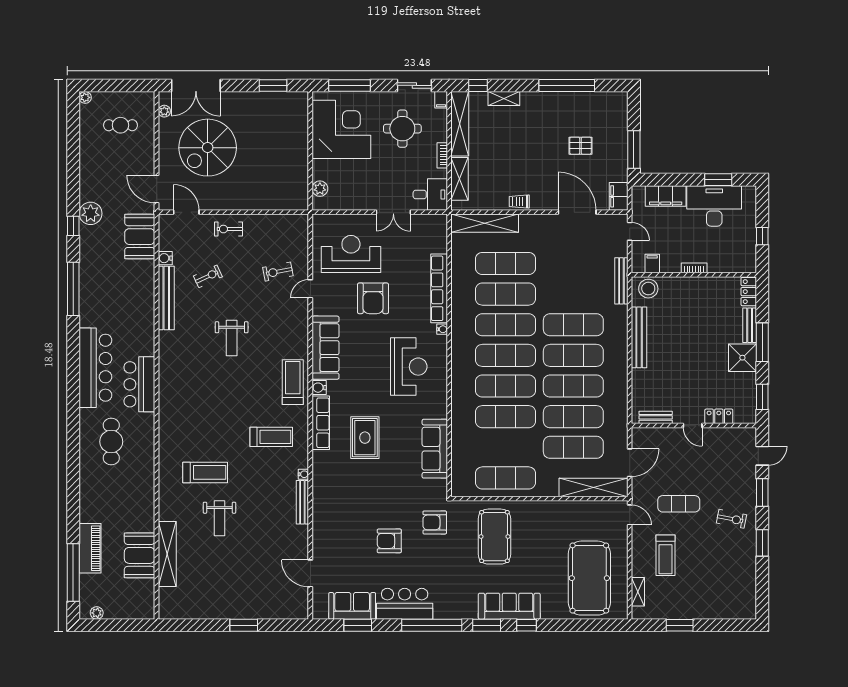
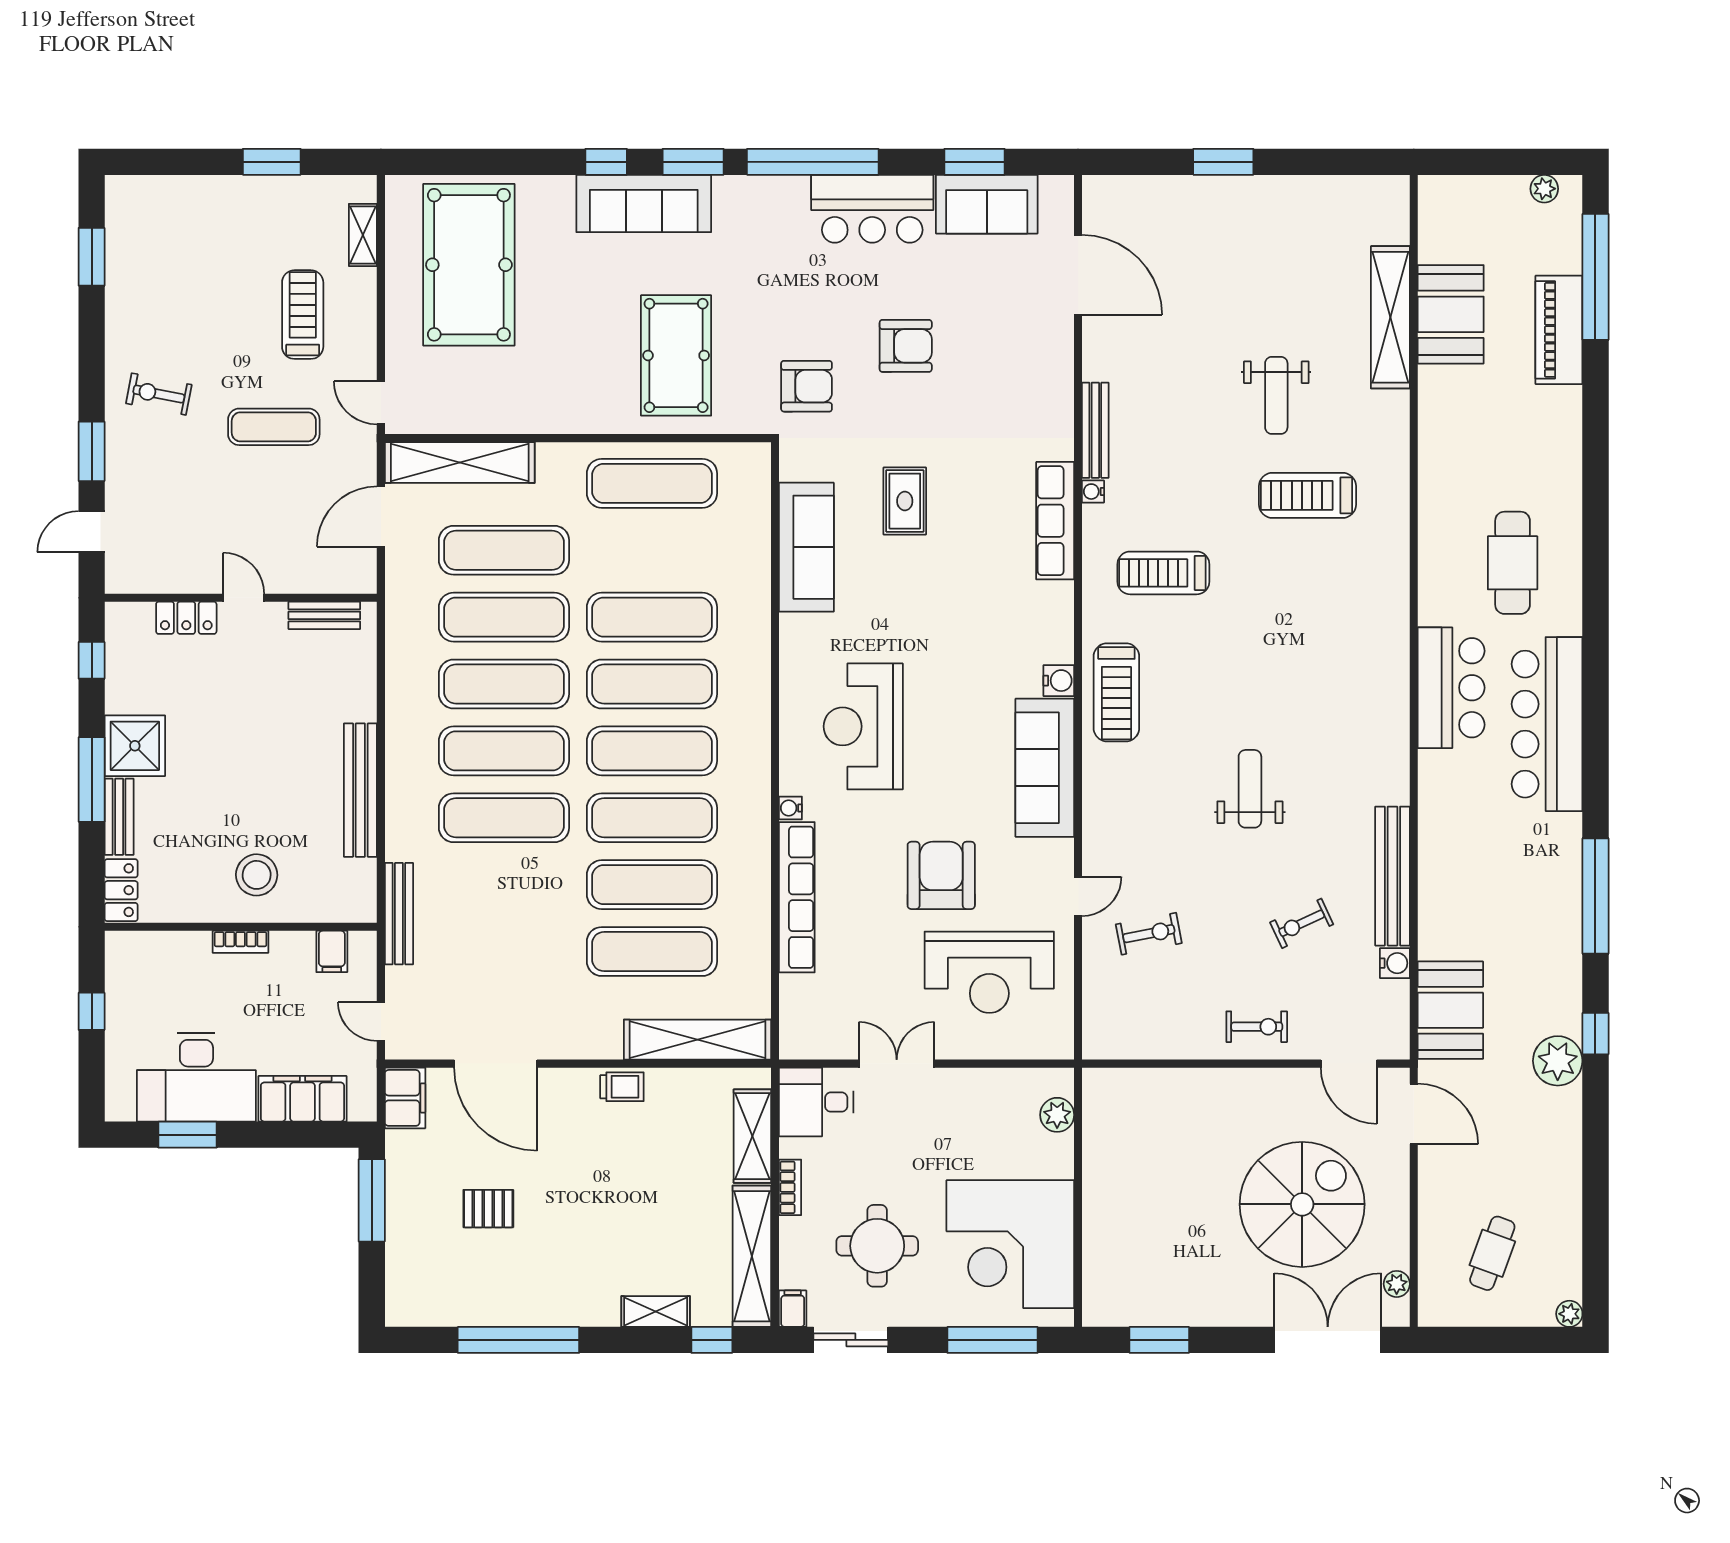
cafe table: (120, 125) -> (1492, 1253), turned -70
stool: (648, 289) -> (257, 875), moved
window: (762, 397) -> (92, 660), width x0.67
row of seats: (321, 423) -> (1055, 521), moved
rug: (365, 438) -> (905, 501), moved, width x0.73, depth x0.70
weight bench: (219, 518) -> (1276, 395), turned 180
window: (762, 543) -> (92, 257), moved
door: (310, 573) -> (1078, 275), width x1.36

